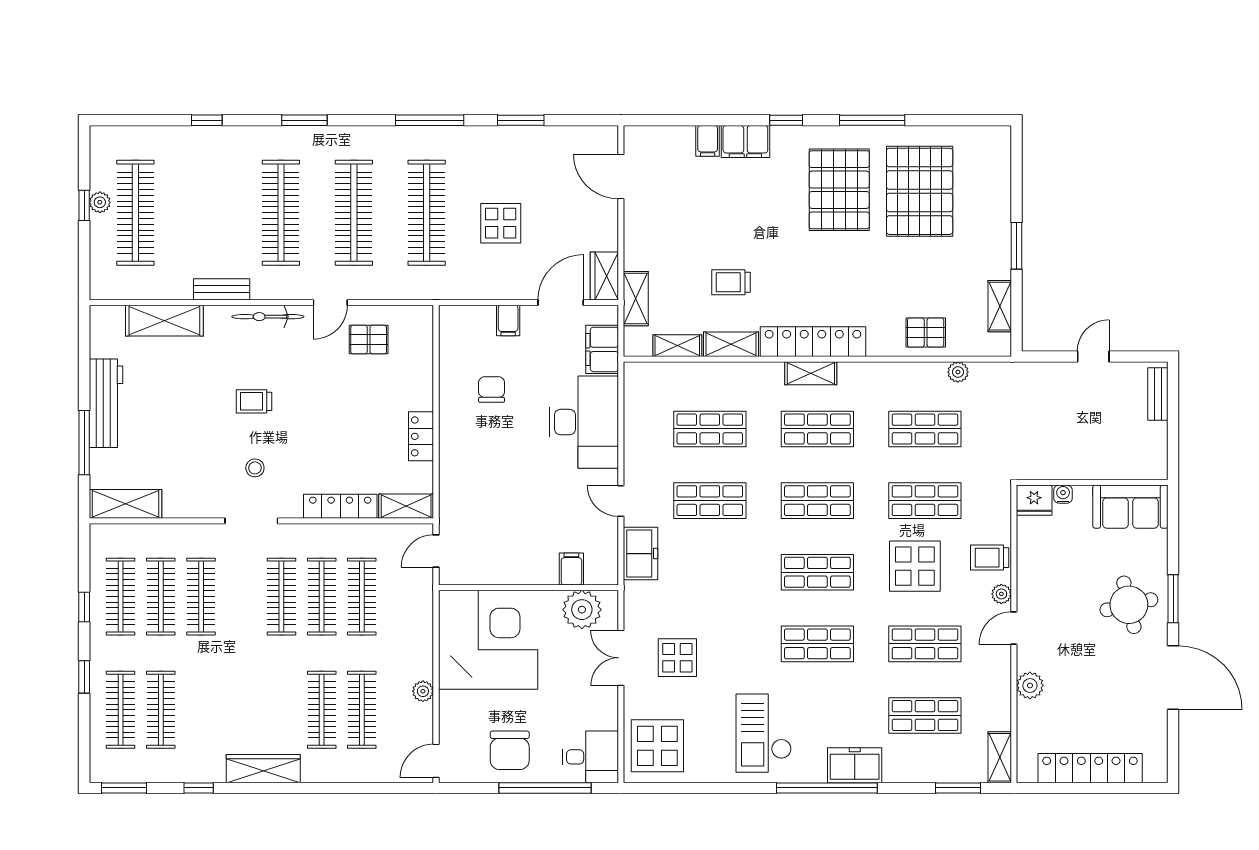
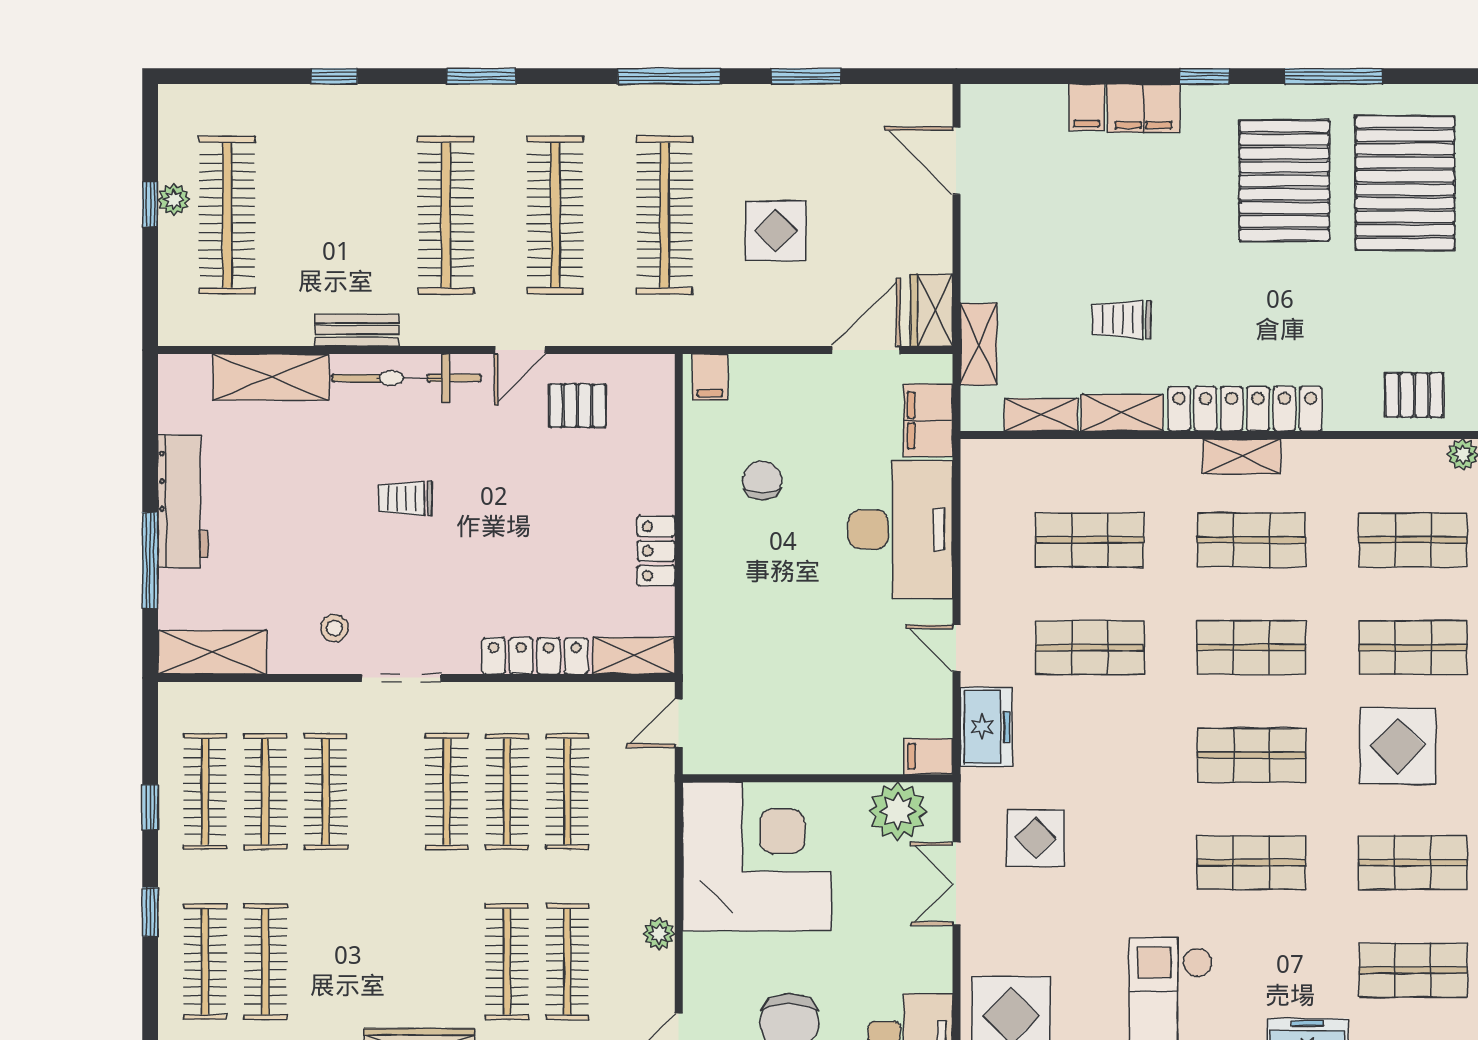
bicycle: (268, 317) -> (406, 378), width x1.37, depth x1.40
filing cabinet: (508, 320) -> (710, 377), moved
stool: (255, 468) -> (334, 628), moved
filing cabinet: (571, 569) -> (928, 756), moved, turned -90
display table: (677, 658) -> (1036, 838), moved

